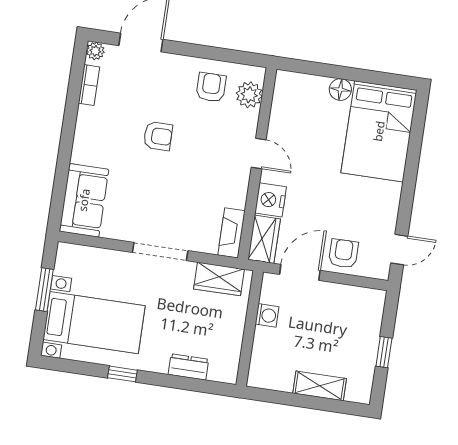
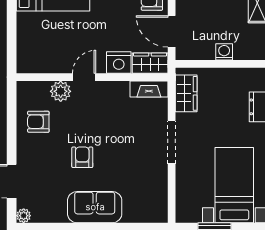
bookcase: (89, 85) -> (51, 217), removed
floor lamp: (340, 90) -> (25, 21), removed
plant: (249, 95) -> (61, 91), moved
sofa: (84, 200) -> (95, 207), moved
washing machine: (267, 315) -> (224, 52), moved

